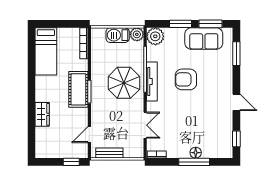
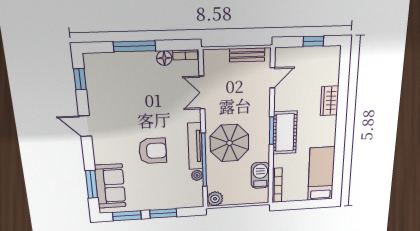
barbecue: (118, 35) -> (260, 175), moved, turned -90
plant: (155, 36) -> (197, 175), moved, width x0.53, depth x0.53
sofa: (204, 39) -> (110, 186), moved, turned 90
floor lamp: (196, 153) -> (164, 58), moved
window: (71, 162) -> (313, 41), moved

